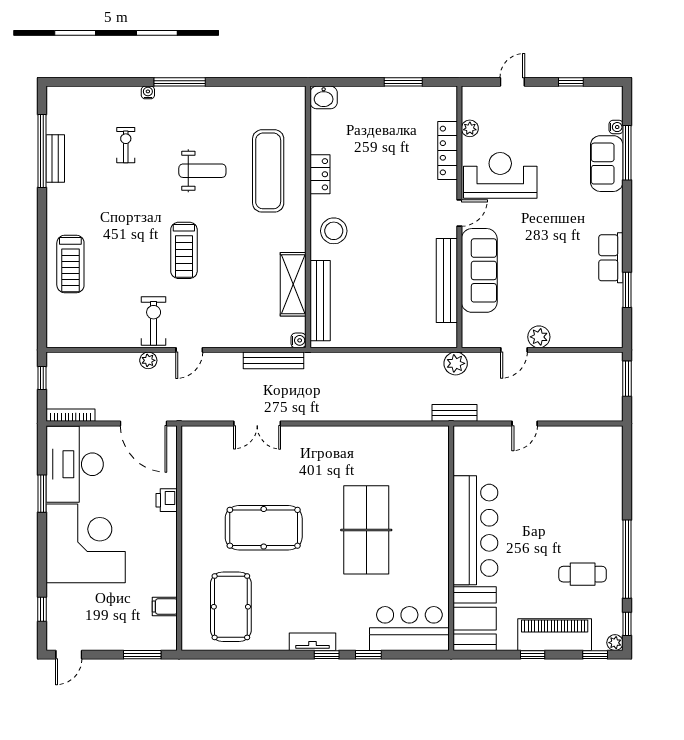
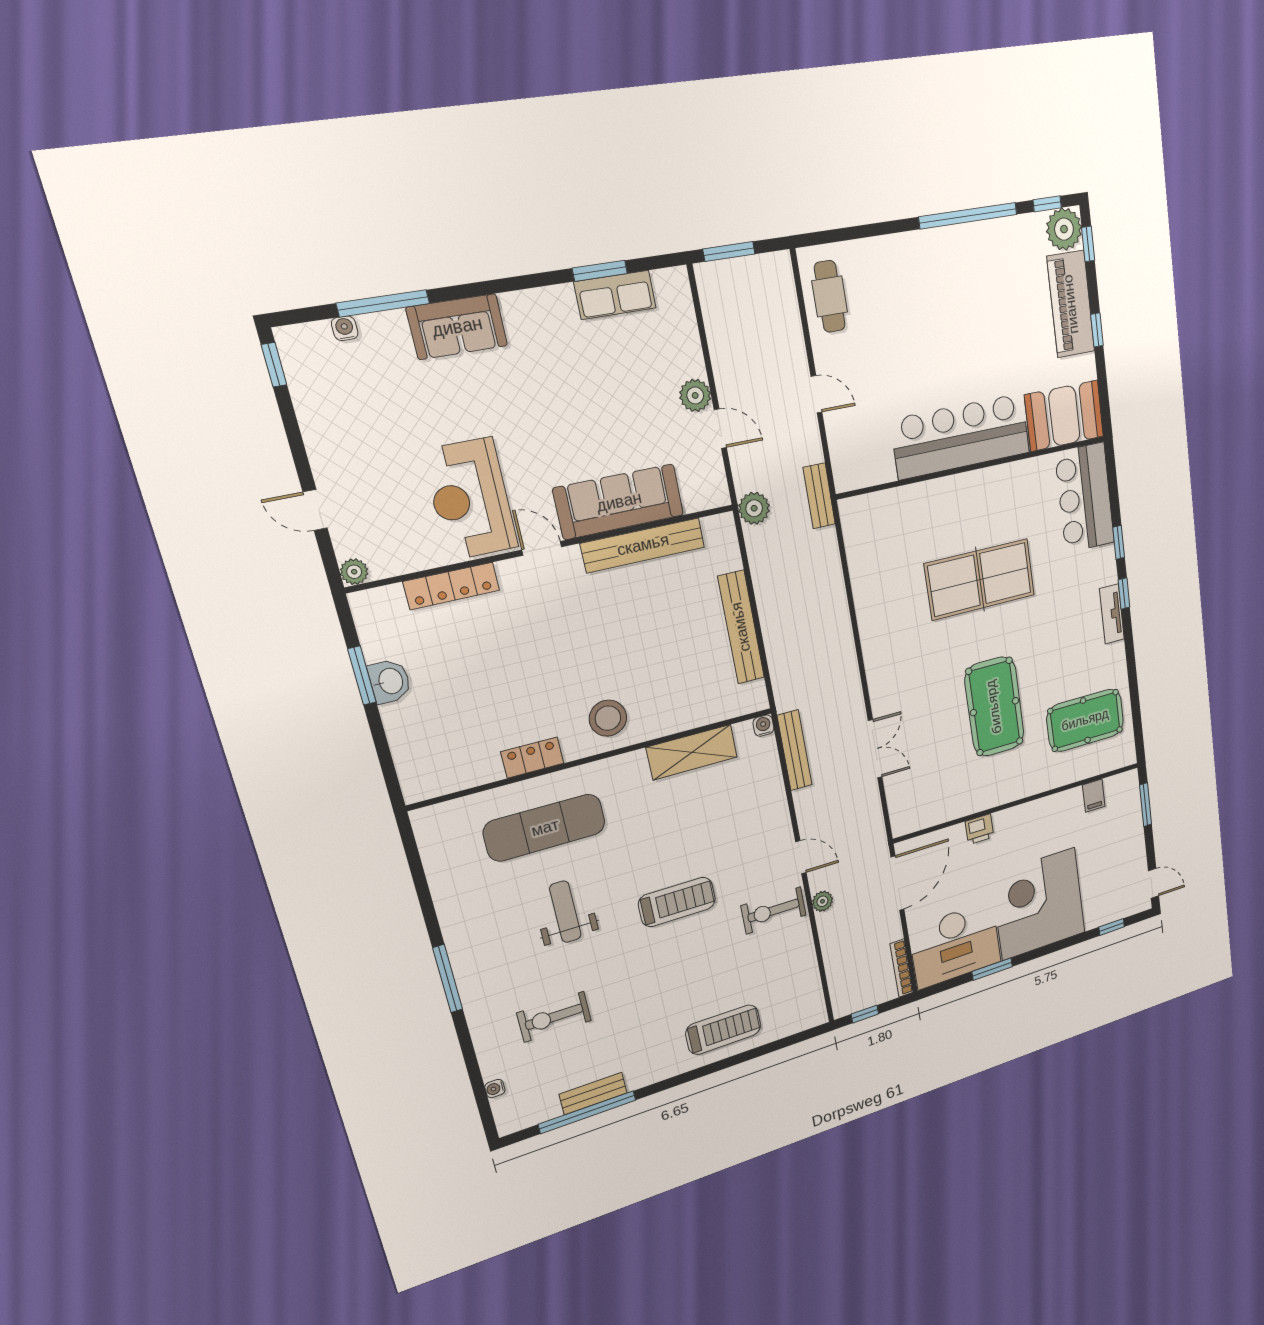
window: (571, 82) -> (274, 365), moved
water cooler: (148, 92) -> (495, 1089), moved
washbasin: (324, 97) -> (390, 681), moved
plant: (470, 128) -> (354, 572), moved
exercise bike: (126, 145) -> (554, 1017), width x1.38, depth x1.39
sofa: (607, 164) -> (457, 327), moved
row of seats: (611, 258) -> (615, 295), moved
bench: (320, 301) -> (741, 627), moved, turned 90
cafe table: (583, 574) -> (830, 296), moved
plant: (615, 643) -> (1064, 229), width x1.87, depth x1.87

